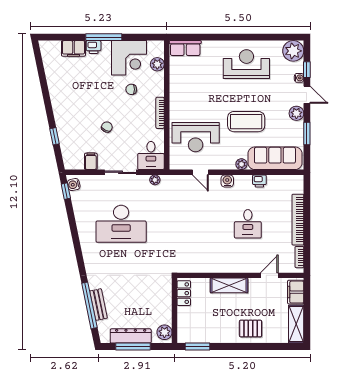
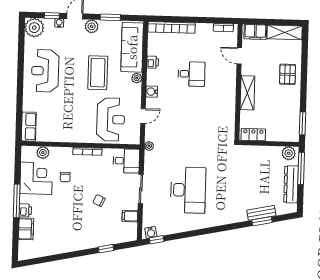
plant: (155, 180) -> (149, 146), moved
bookcase: (298, 220) -> (171, 27), moved
window: (89, 305) -> (262, 221), width x0.47
window: (133, 346) -> (301, 168), moved

